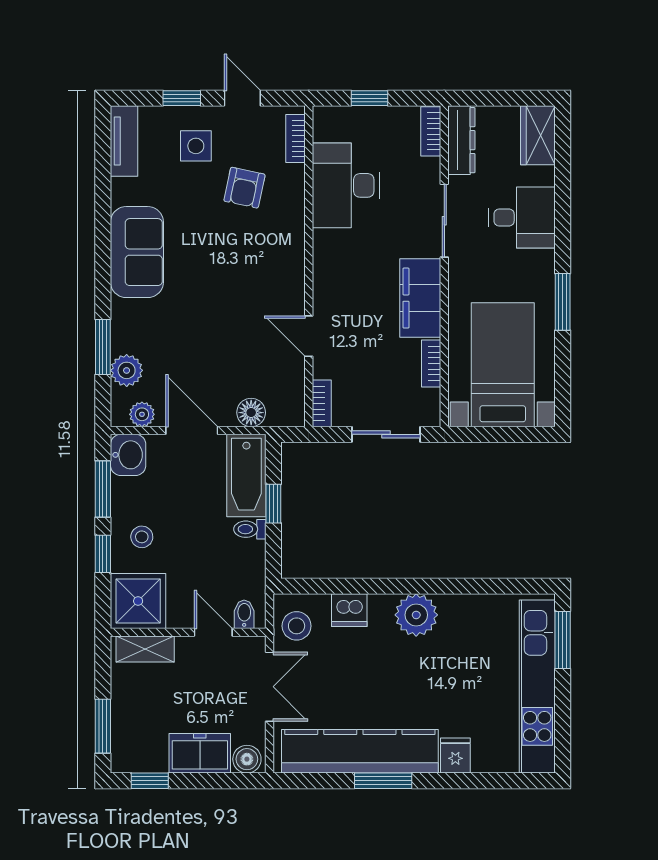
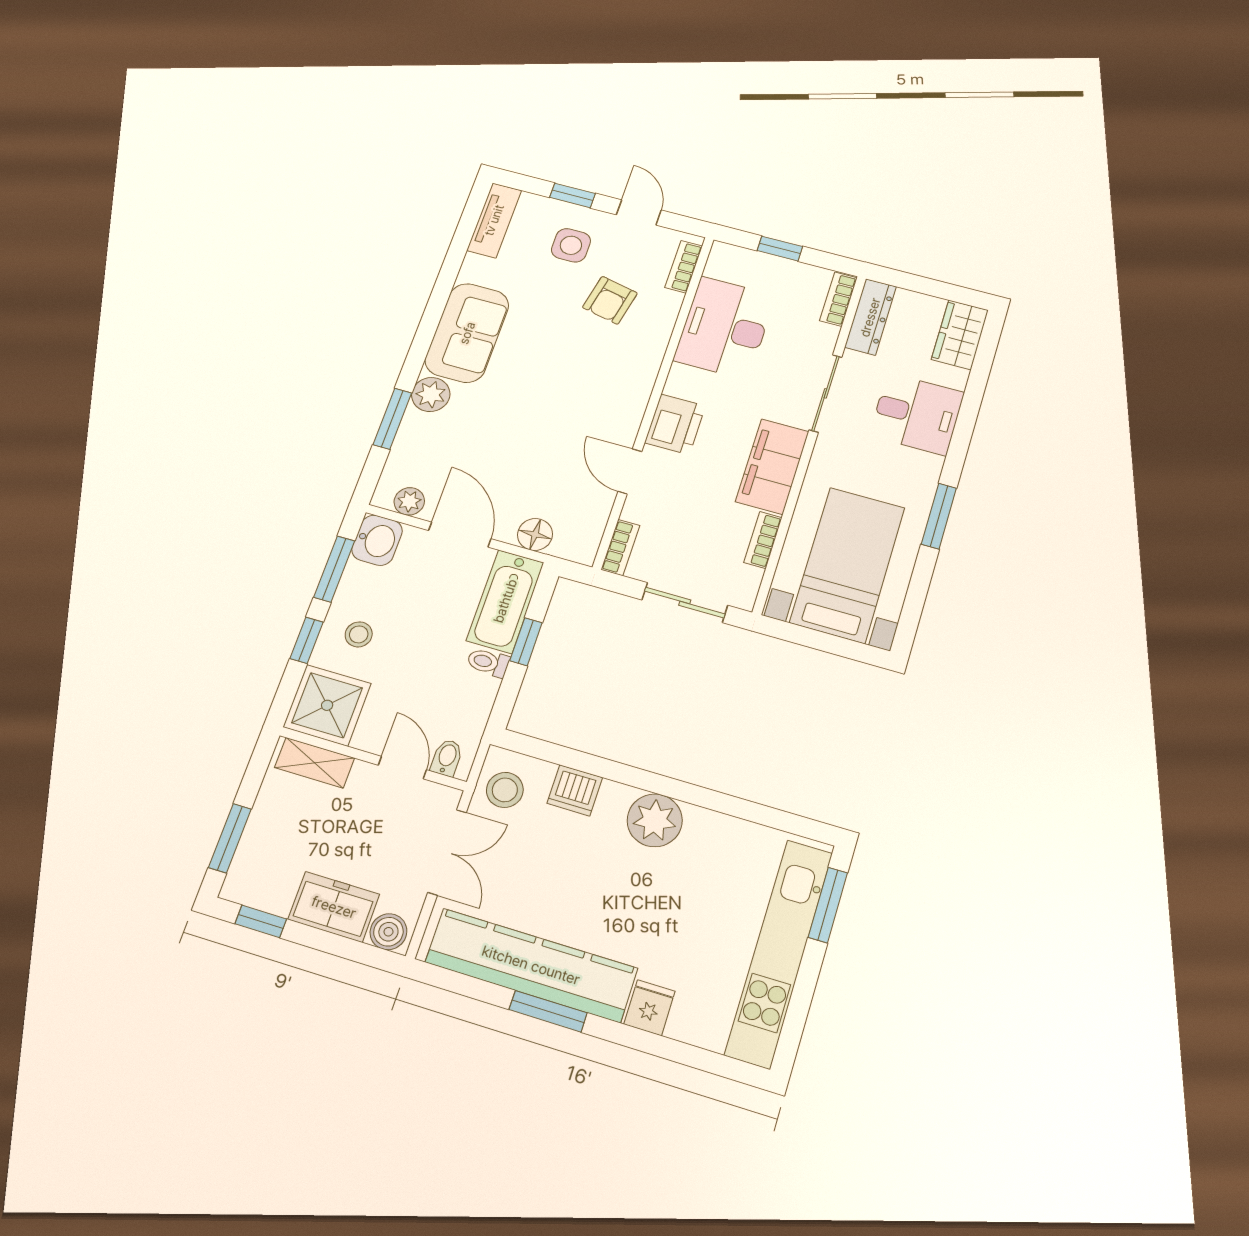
printer: (332, 284) -> (675, 424), added
plant: (127, 370) -> (431, 395), moved

